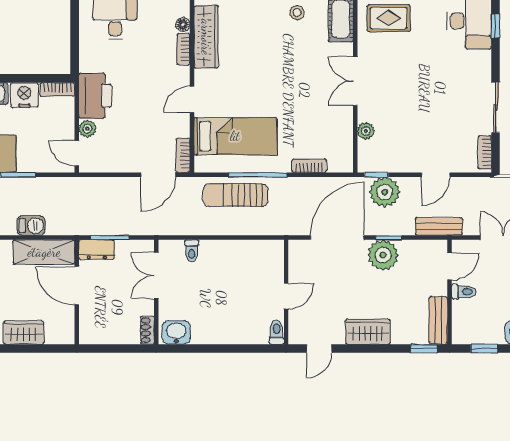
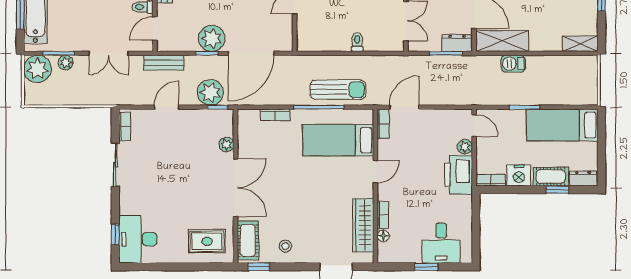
double door: (355, 81) -> (235, 187), width x1.37
toilet: (192, 251) -> (357, 42), moved

